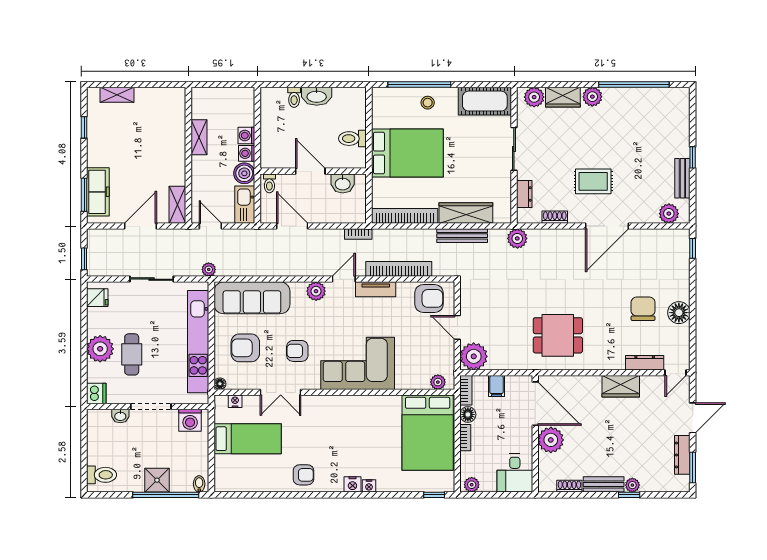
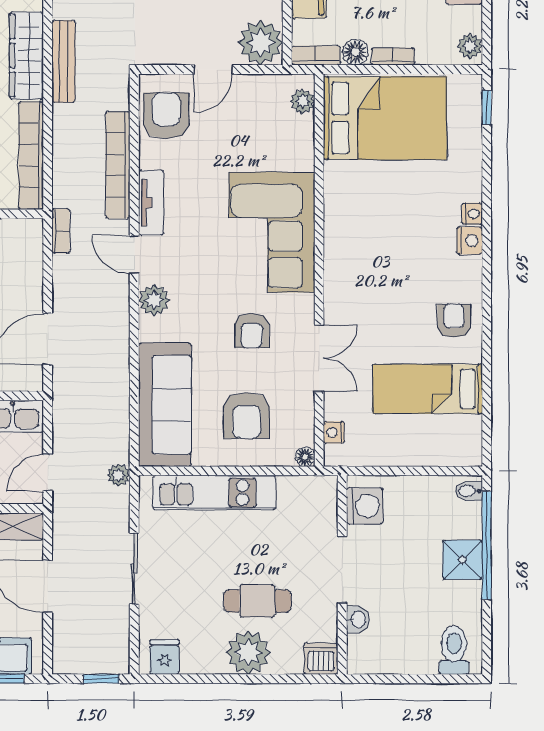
kitchen unit: (198, 342) -> (214, 493), width x0.73
bed: (248, 439) -> (428, 389), moved, turned -90

